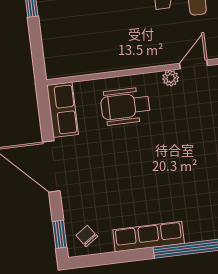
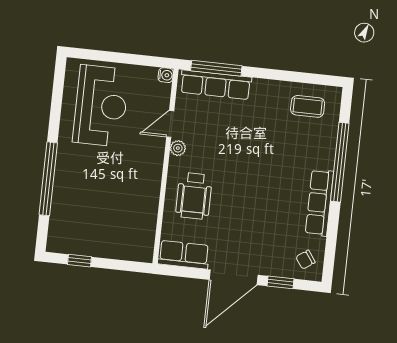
door: (193, 64) -> (170, 124), hinge flipped
window: (60, 234) -> (280, 282), moved

